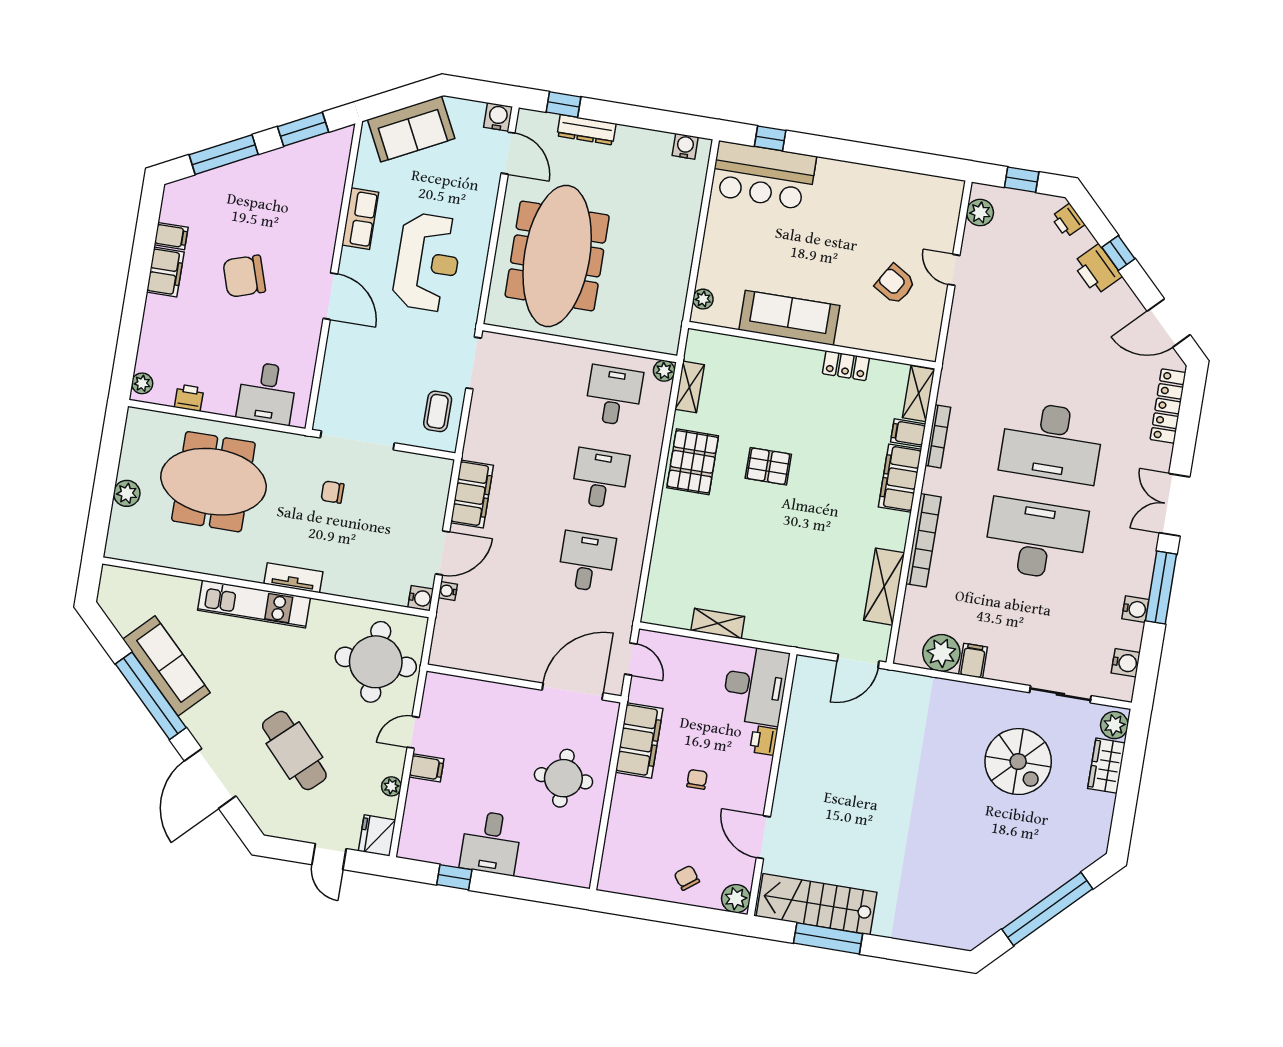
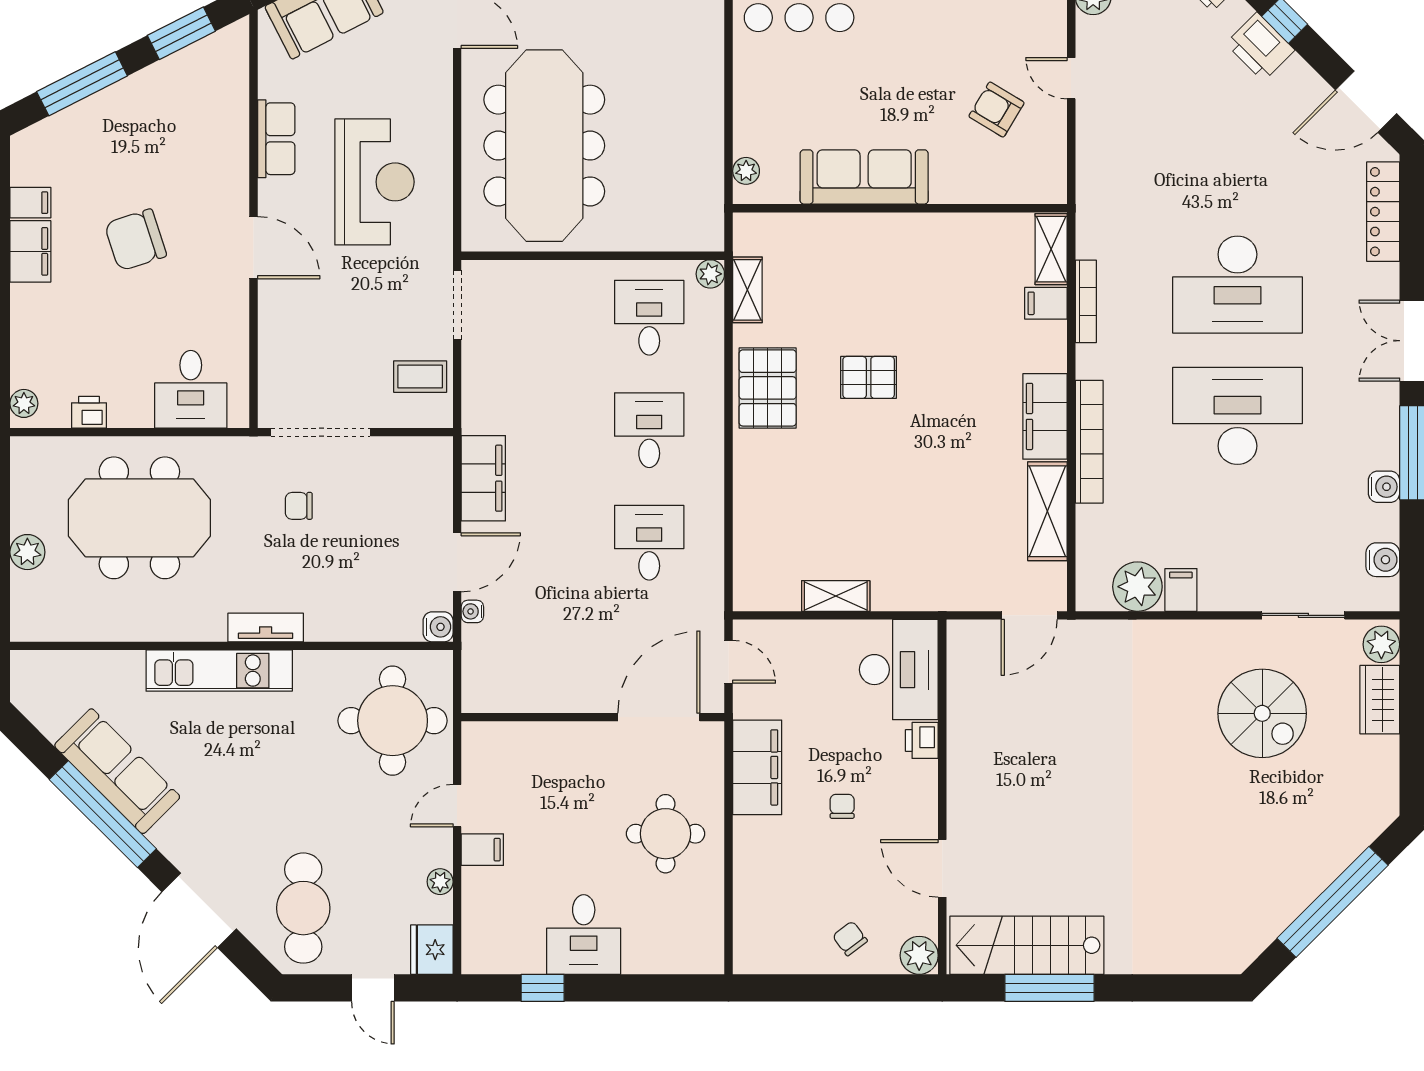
locker: (846, 366) -> (949, 228), removed
coffee table: (438, 411) -> (420, 377), turned 90
filing cabinet: (900, 478) -> (1045, 416), moved
cafe table: (294, 750) -> (303, 908), moved, turned 43

